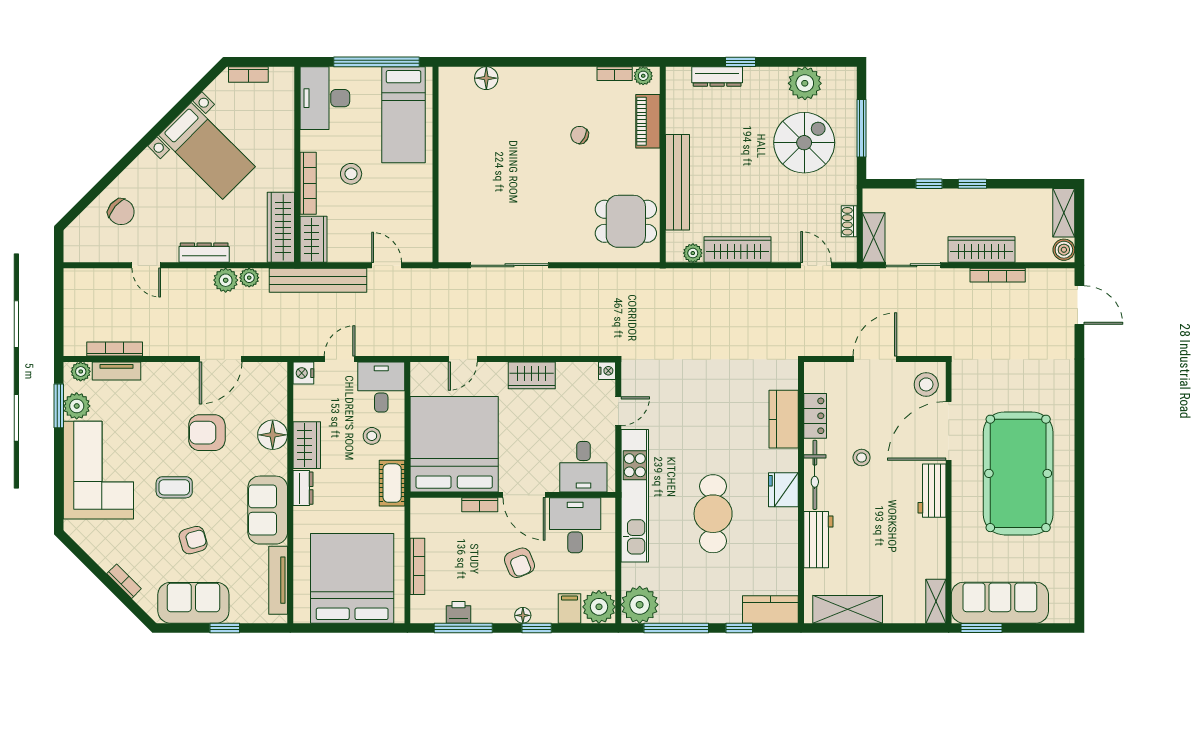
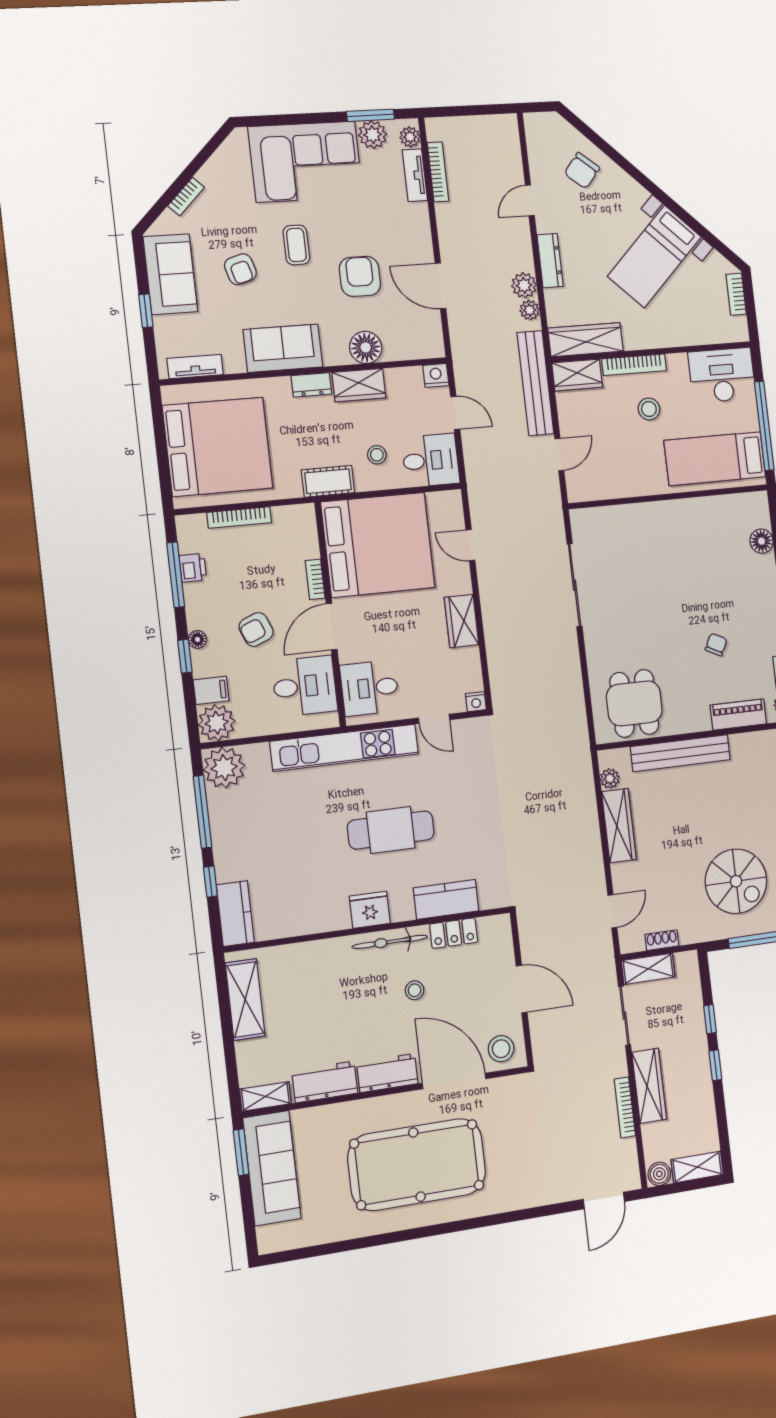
cafe table: (713, 514) -> (391, 830), moved
workbench: (818, 540) -> (325, 1082), moved, turned 180
tv unit: (278, 580) -> (195, 367), width x0.71

